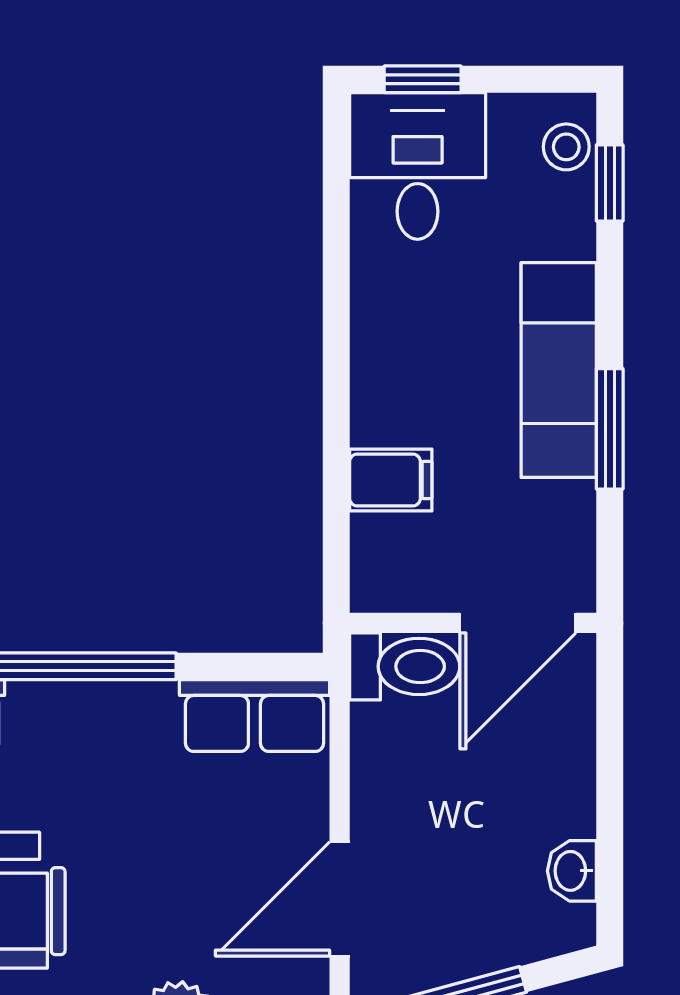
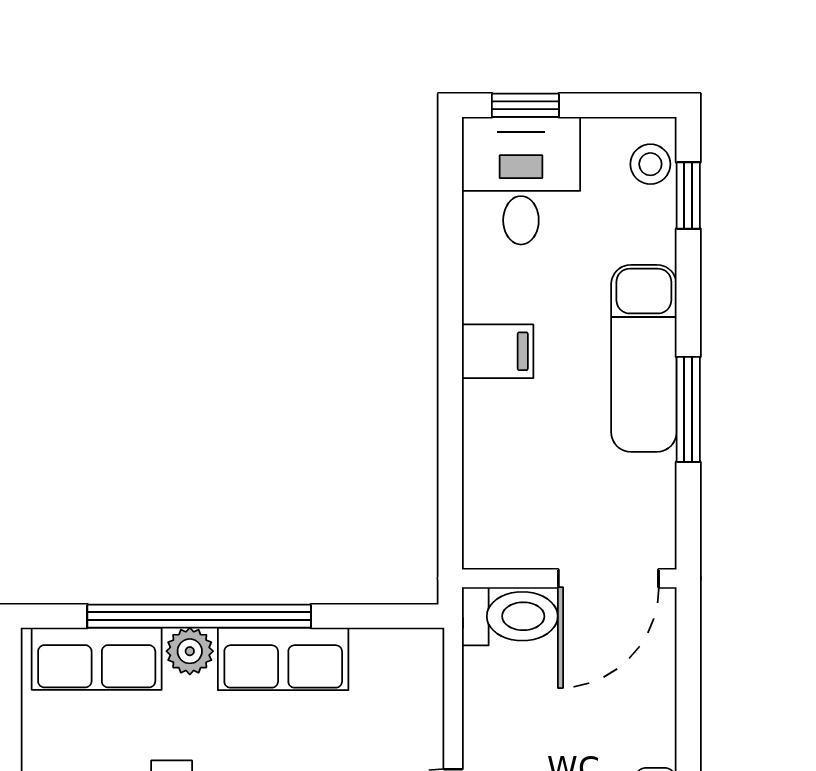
filing cabinet: (391, 480) -> (498, 351), moved
plant: (37, 707) -> (190, 651), added
row of seats: (254, 716) -> (283, 659), moved

